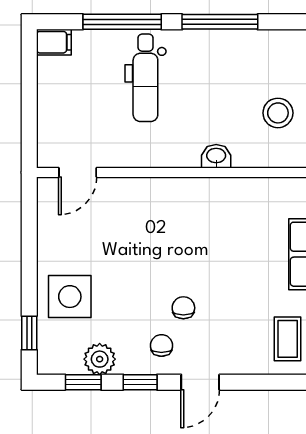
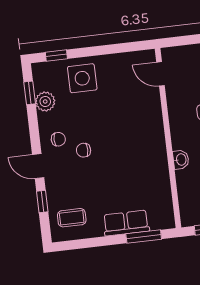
chair: (183, 308) -> (84, 150), turned 180
window: (140, 382) -> (42, 201), moved

